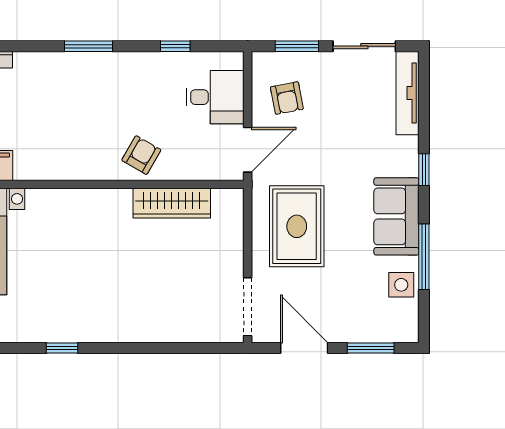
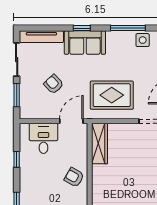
armchair: (287, 98) -> (54, 84), moved, turned -122
door: (248, 150) -> (71, 121), hinge flipped
wardrobe: (172, 203) -> (100, 144), moved
sofa: (396, 216) -> (85, 43), moved

